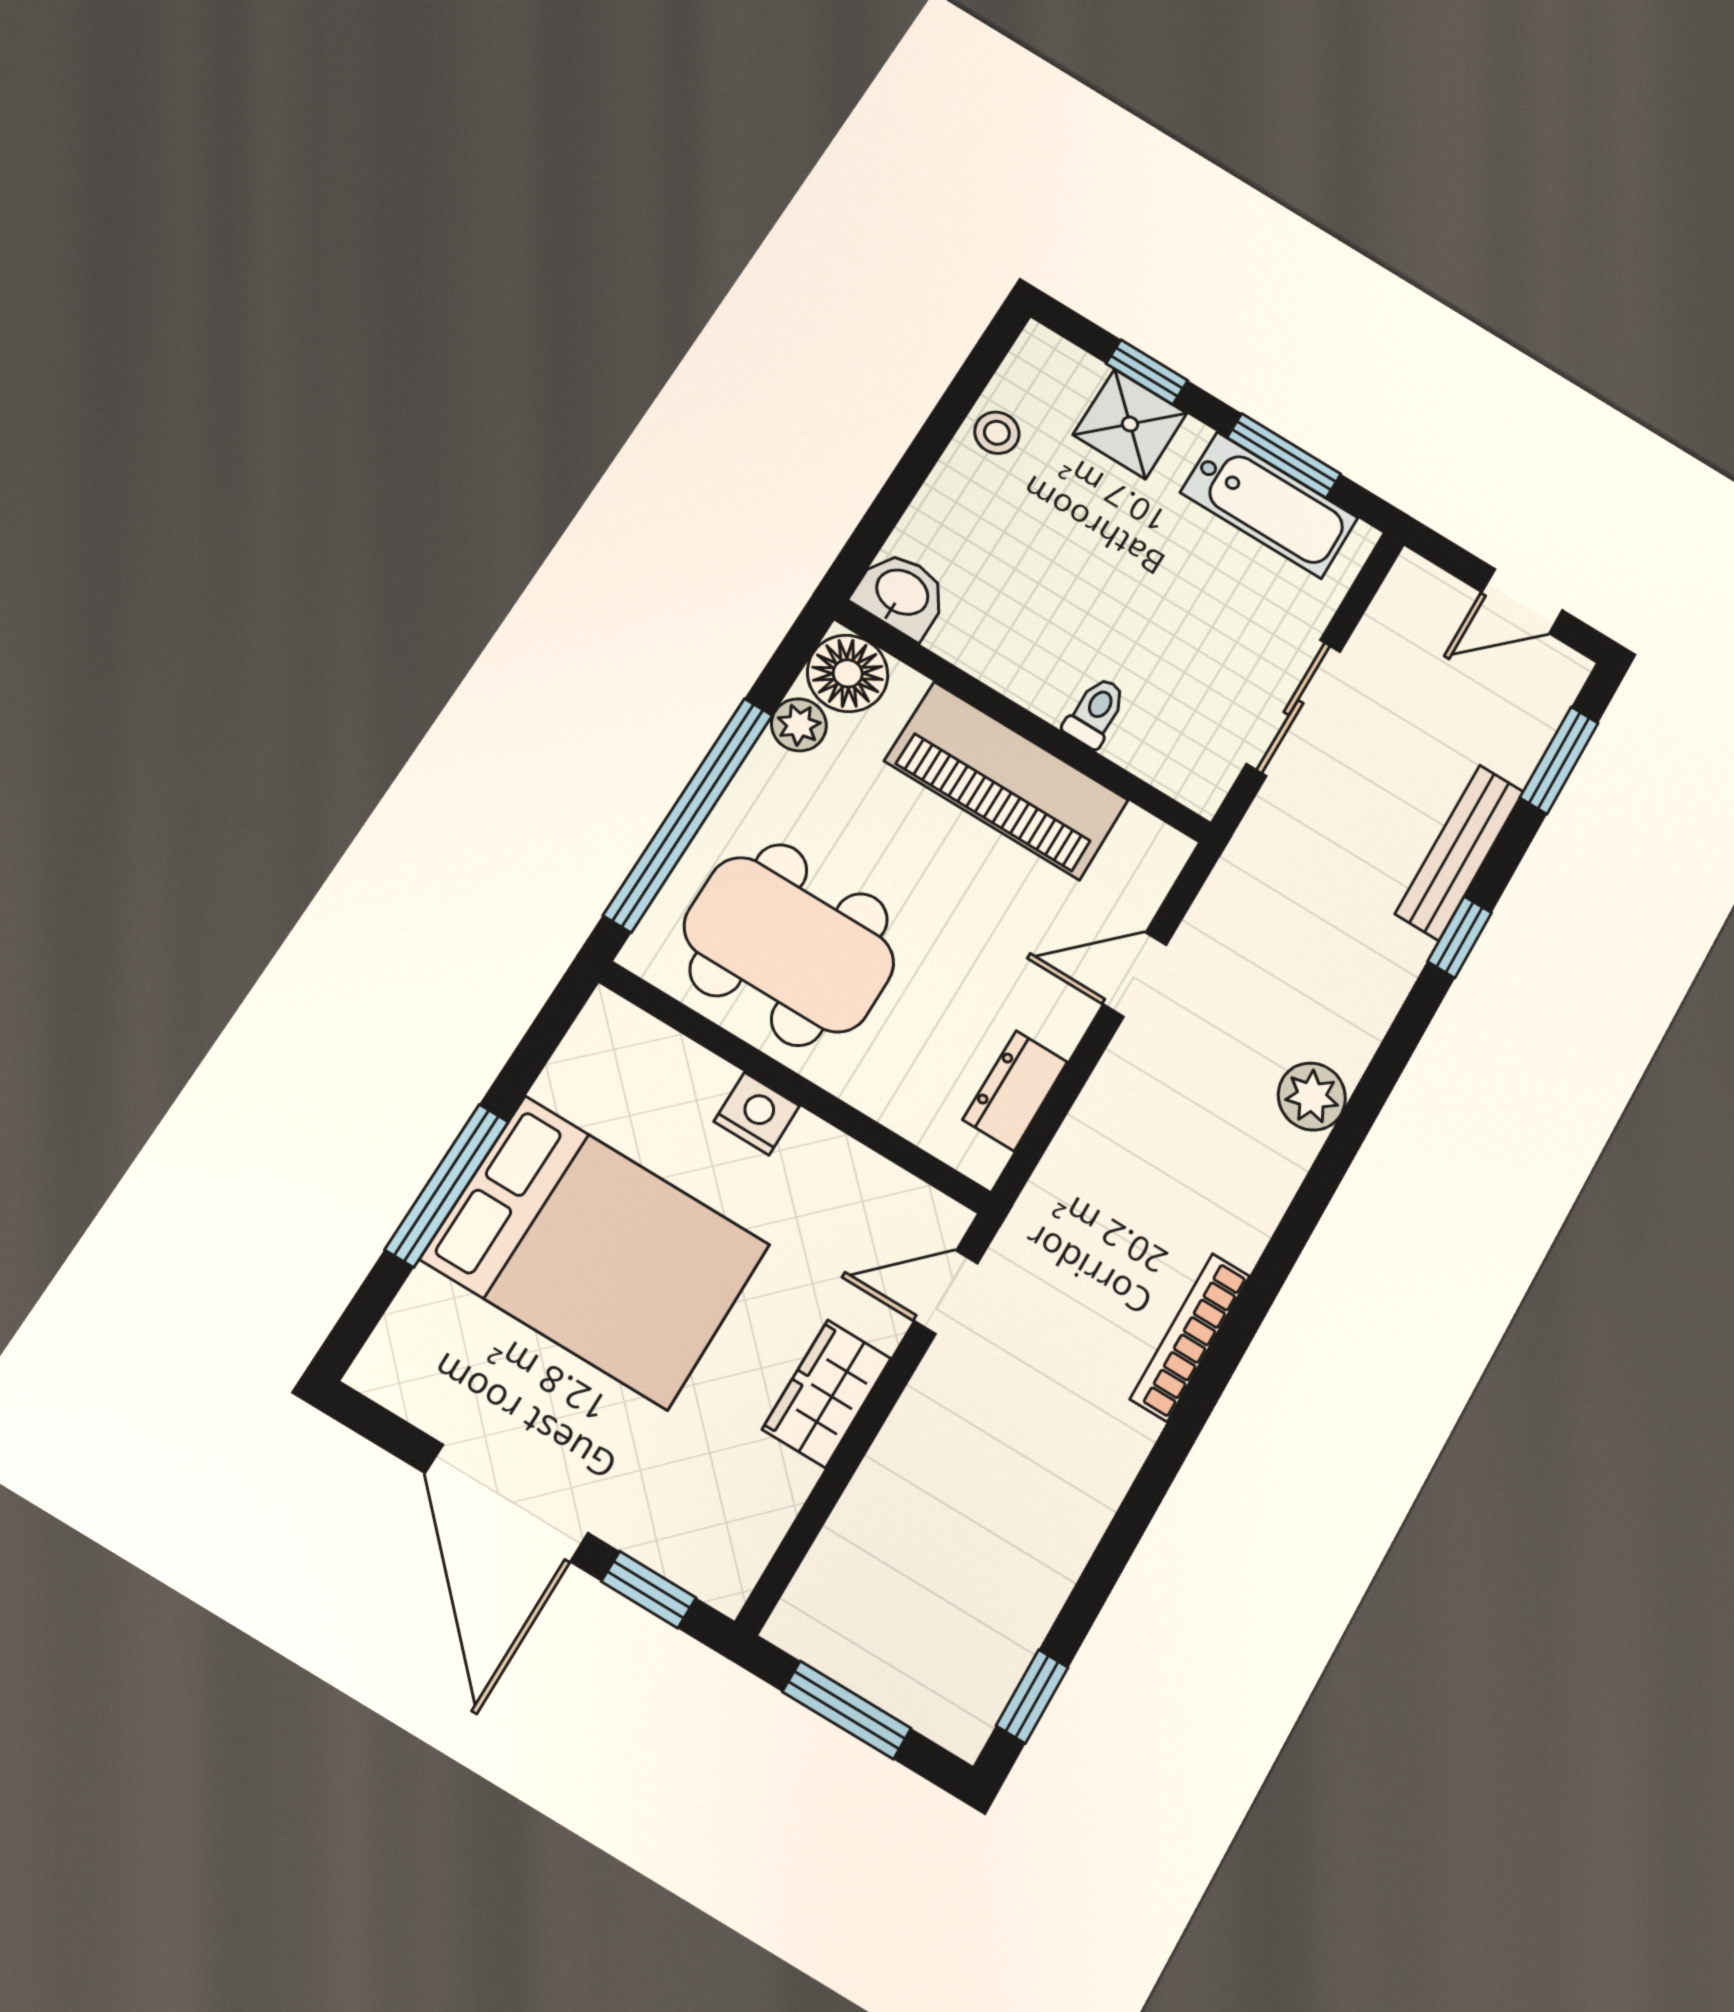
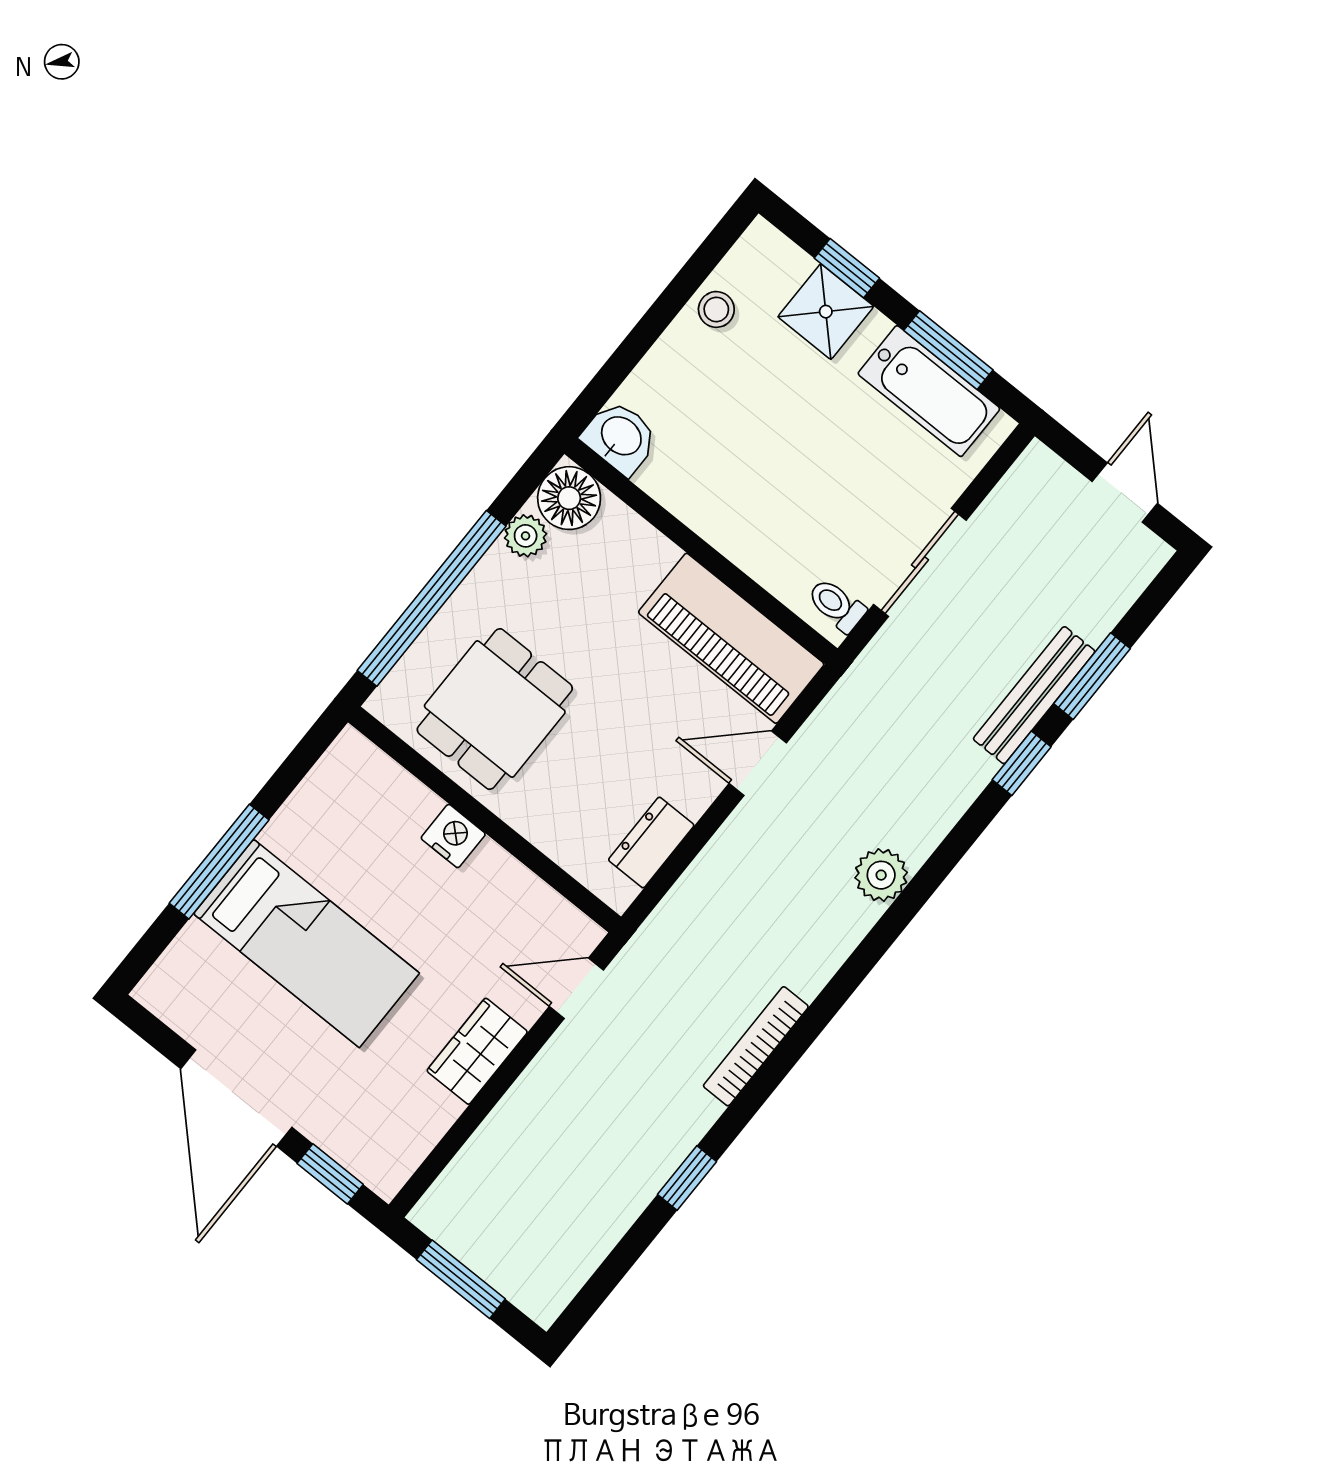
door: (1522, 601) -> (1125, 492), swing flipped
toilet: (1095, 712) -> (836, 605), moved, turned -90
window: (1559, 760) -> (1092, 676), moved
piano: (1007, 781) -> (731, 638), moved
dining table: (789, 945) -> (495, 709), width x0.73
bed: (596, 1252) -> (306, 943), width x0.67
window: (1032, 1697) -> (687, 1178), moved

